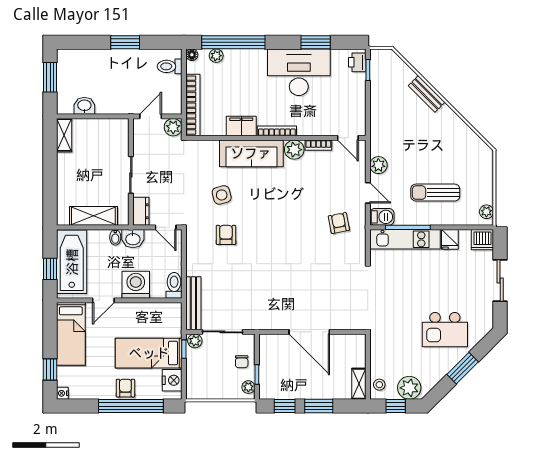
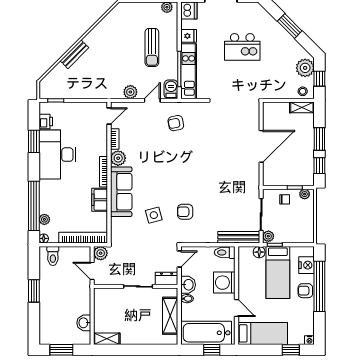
printer: (357, 62) -> (46, 122), moved, turned -90
floor lamp: (175, 329) -> (259, 252), added
kitchen island: (445, 330) -> (242, 47), moved, turned 90
nightstand: (172, 380) -> (307, 265), moved, turned 90

